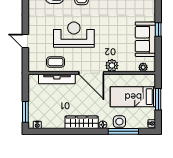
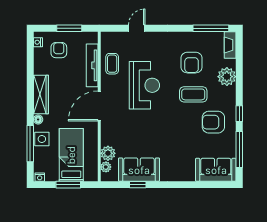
window: (158, 29) -> (138, 185), moved
plant: (112, 66) -> (108, 153), moved
armchair: (44, 107) -> (59, 50), added
window: (25, 112) -> (69, 28), moved

